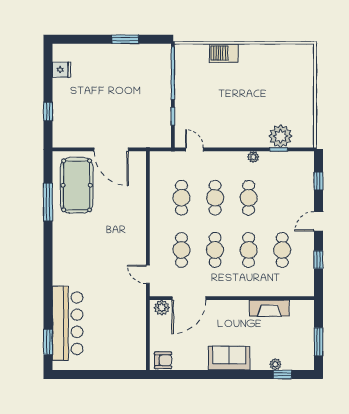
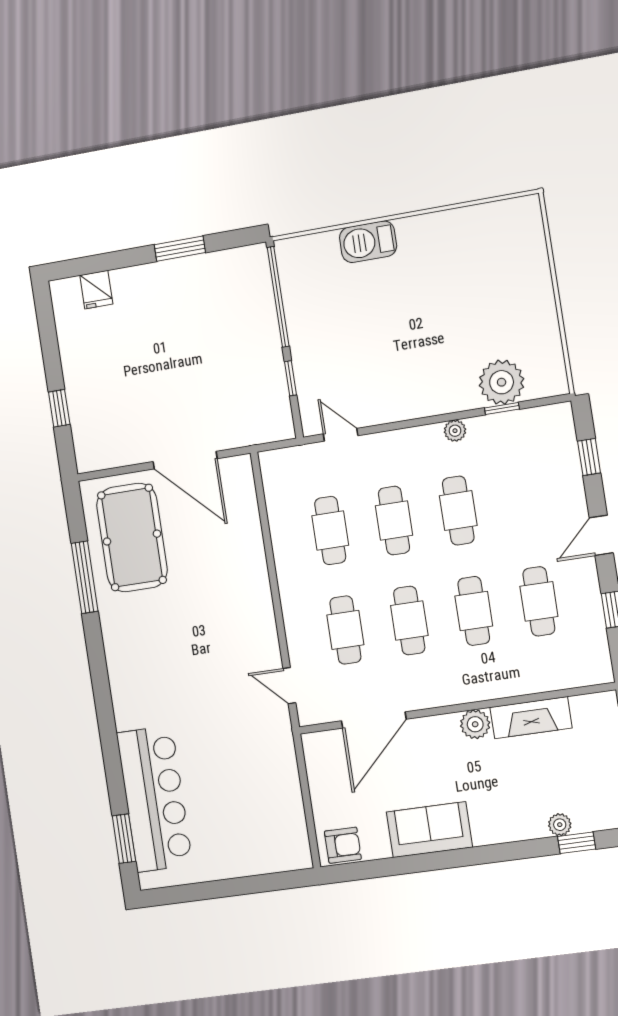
fridge: (62, 70) -> (96, 290), moved, turned 90
plant: (162, 308) -> (475, 724), moved
sofa: (229, 358) -> (429, 830), moved

